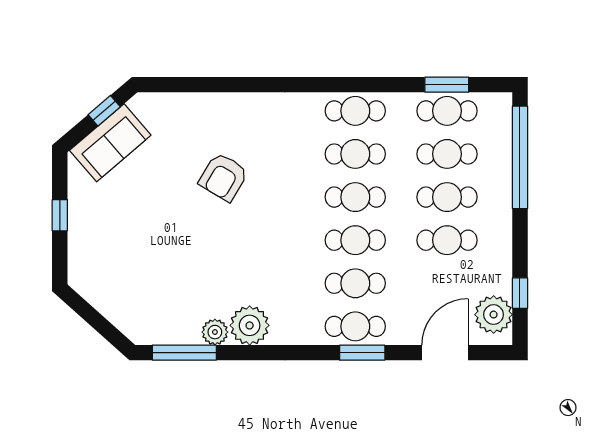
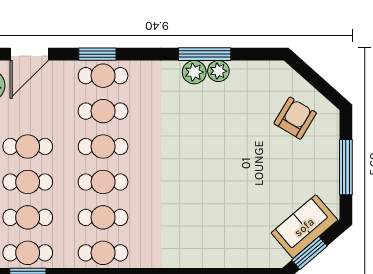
window: (104, 111) -> (309, 253), width x1.50
armchair: (223, 177) -> (295, 118), moved
window: (60, 215) -> (346, 167), width x2.17
plant: (250, 325) -> (194, 72), width x0.73, depth x0.73
window: (184, 353) -> (205, 54), moved

